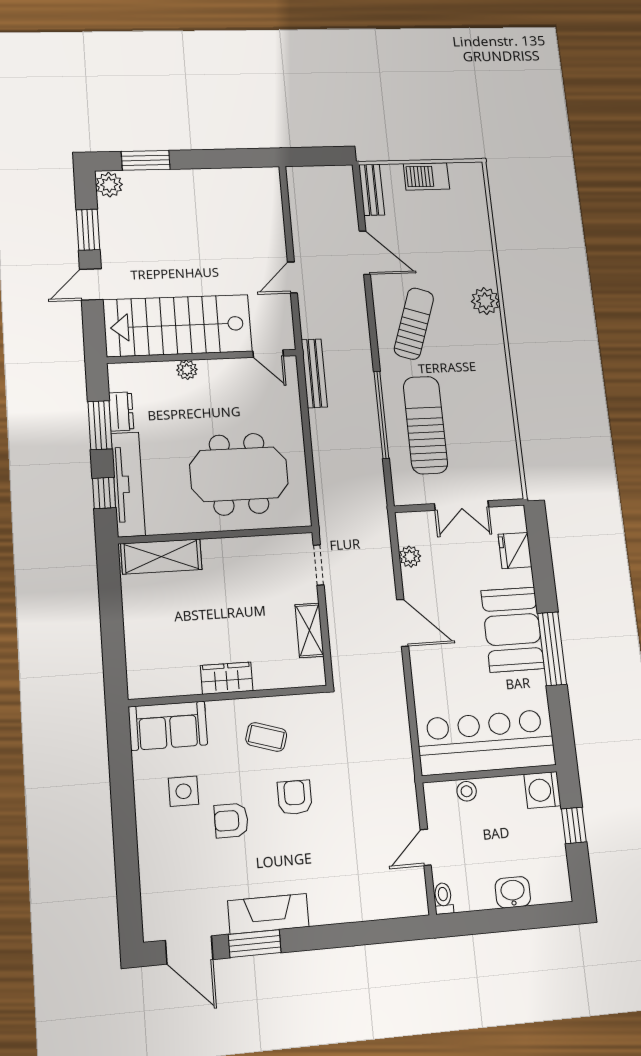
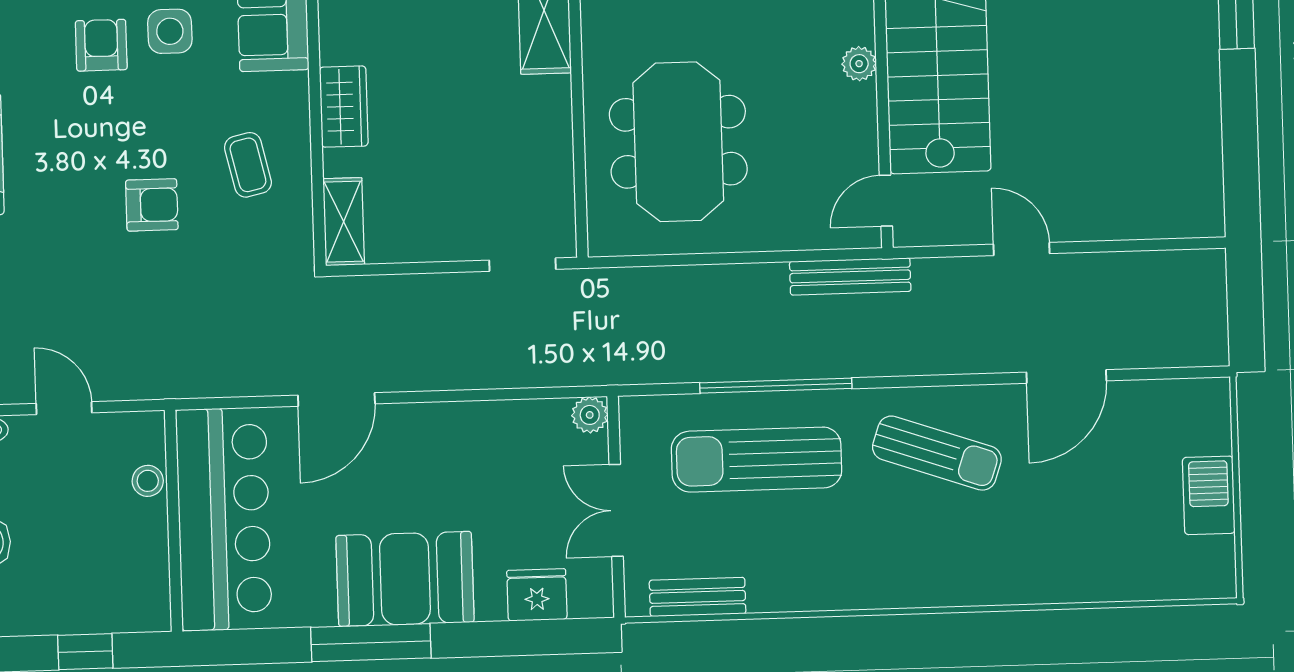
bench: (372, 190) -> (698, 597), moved
plant: (485, 301) -> (977, 581), removed
sun lounger: (425, 425) -> (757, 460), turned 180
plant: (410, 557) -> (590, 415), moved
door: (403, 623) -> (336, 400), moved
shelving: (309, 630) -> (344, 222), moved, turned 90
coffee table: (266, 737) -> (248, 165), turned -30
washing machine: (542, 790) -> (144, 605), removed
armchair: (231, 820) -> (101, 45), moved

